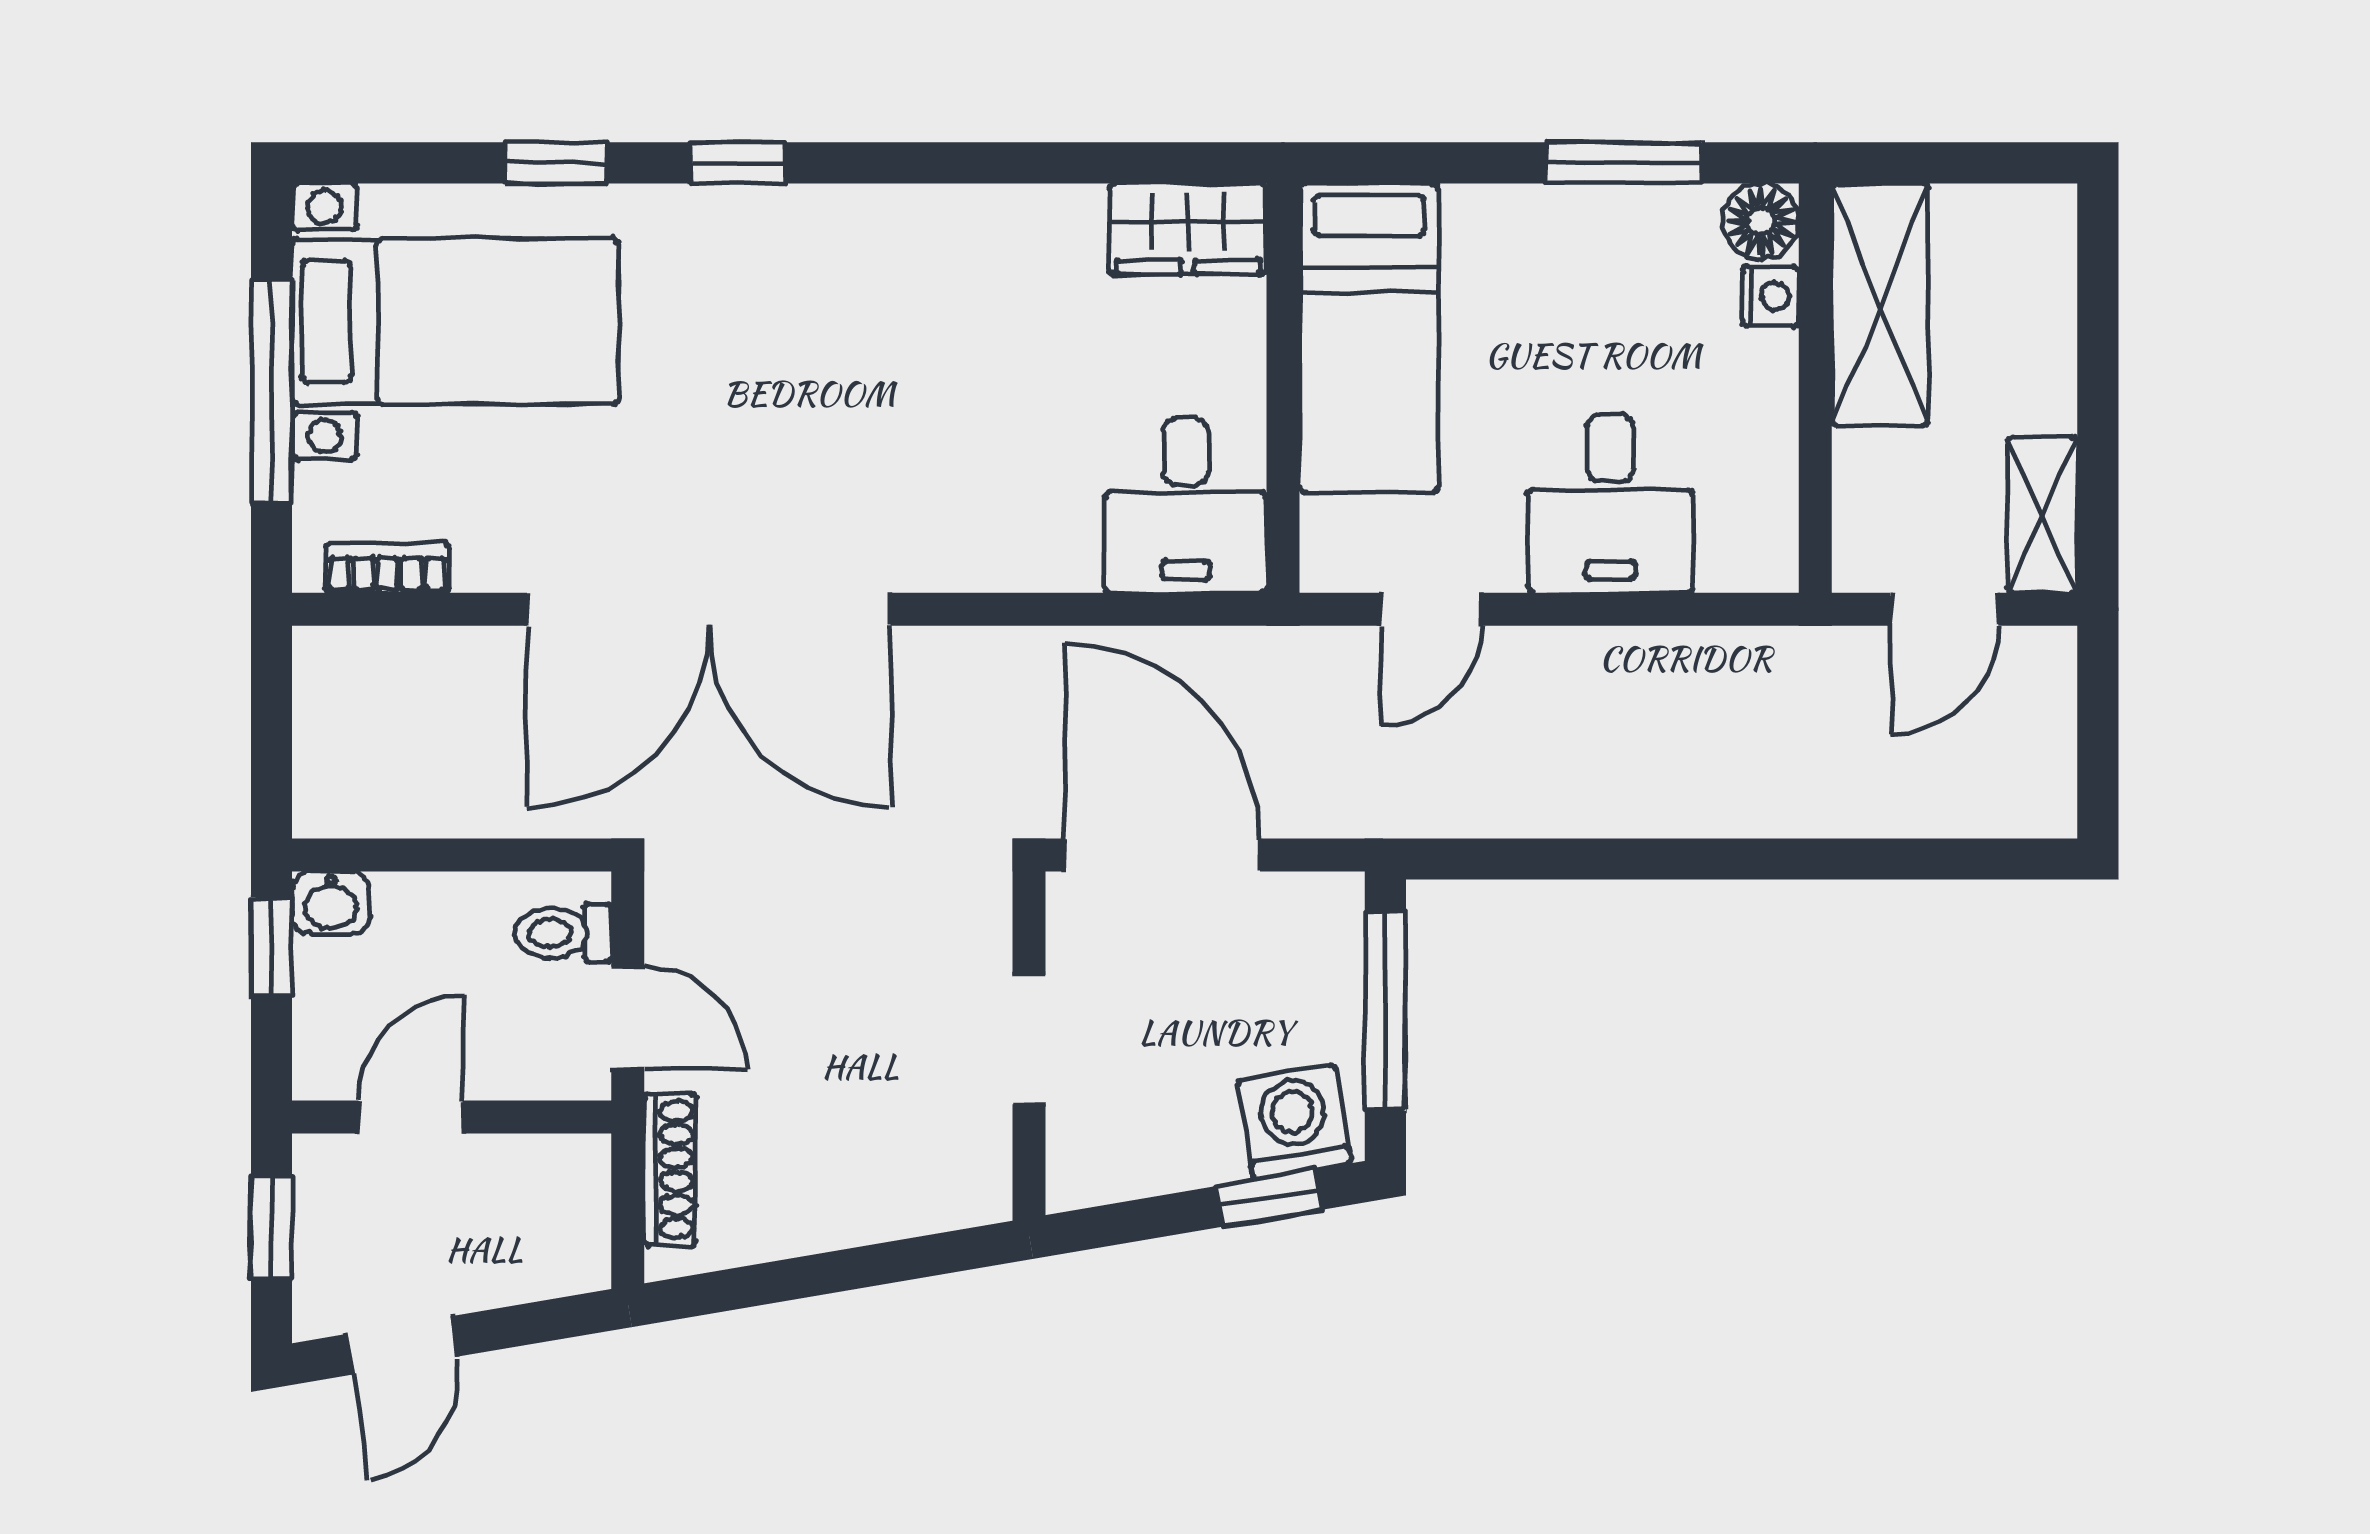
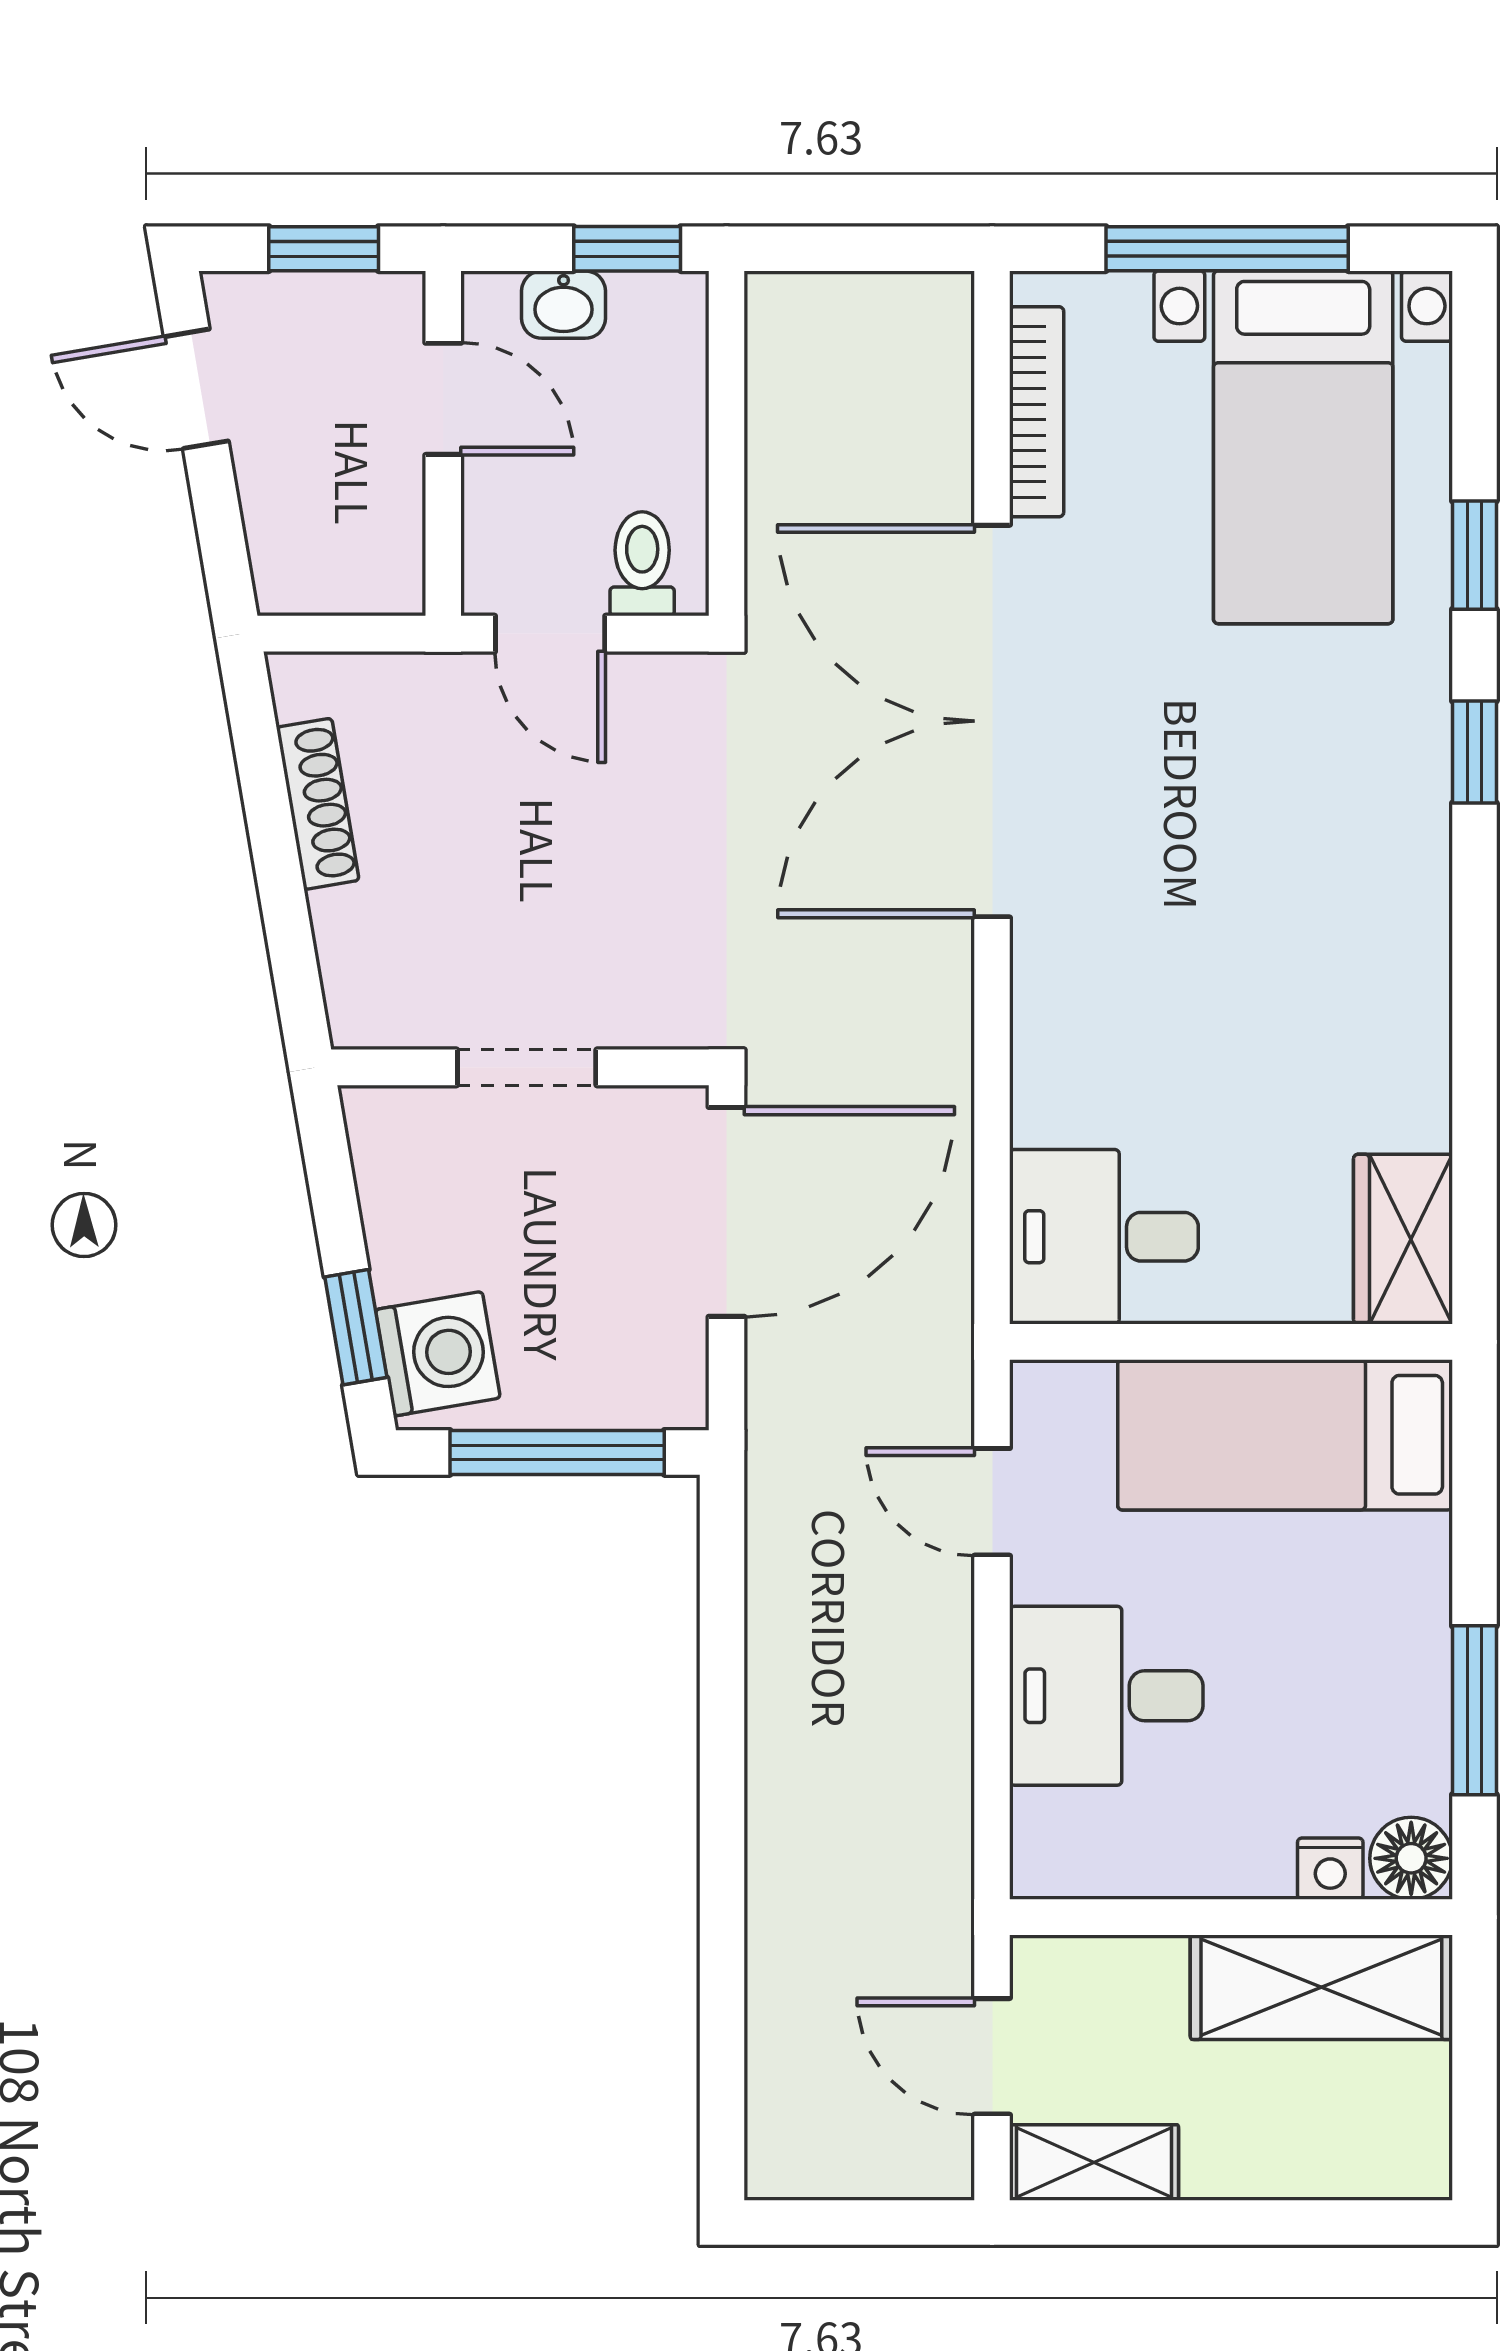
bookcase: (387, 568) -> (1037, 412), width x1.56
washbasin: (331, 903) -> (564, 305), moved, turned -90
door: (628, 1018) -> (550, 634), hinge flipped
shoe rack: (670, 1169) -> (318, 804), moved, turned -100

